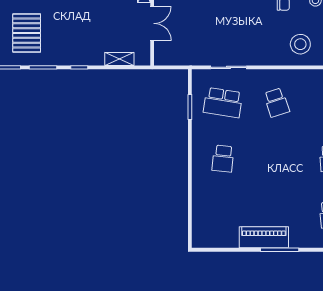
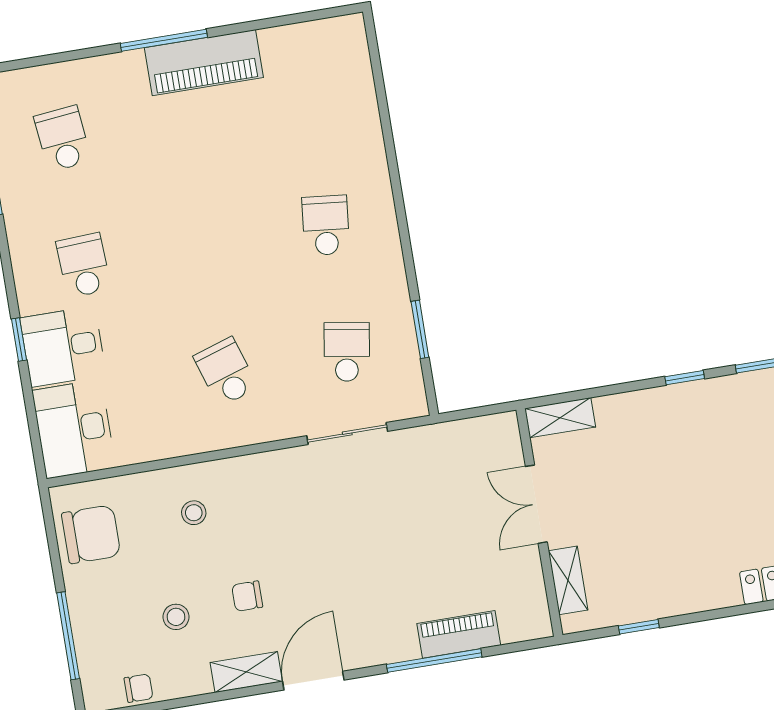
stool: (300, 44) -> (194, 513), width x0.53, depth x0.53
shelving: (119, 59) -> (560, 418), moved
school desk: (223, 103) -> (347, 352), width x0.54

